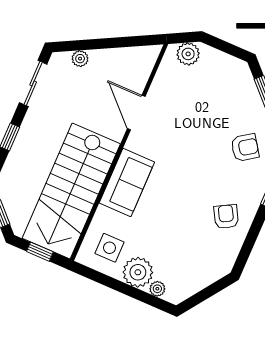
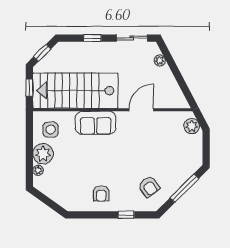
armchair: (226, 217) -> (101, 193), turned 119

